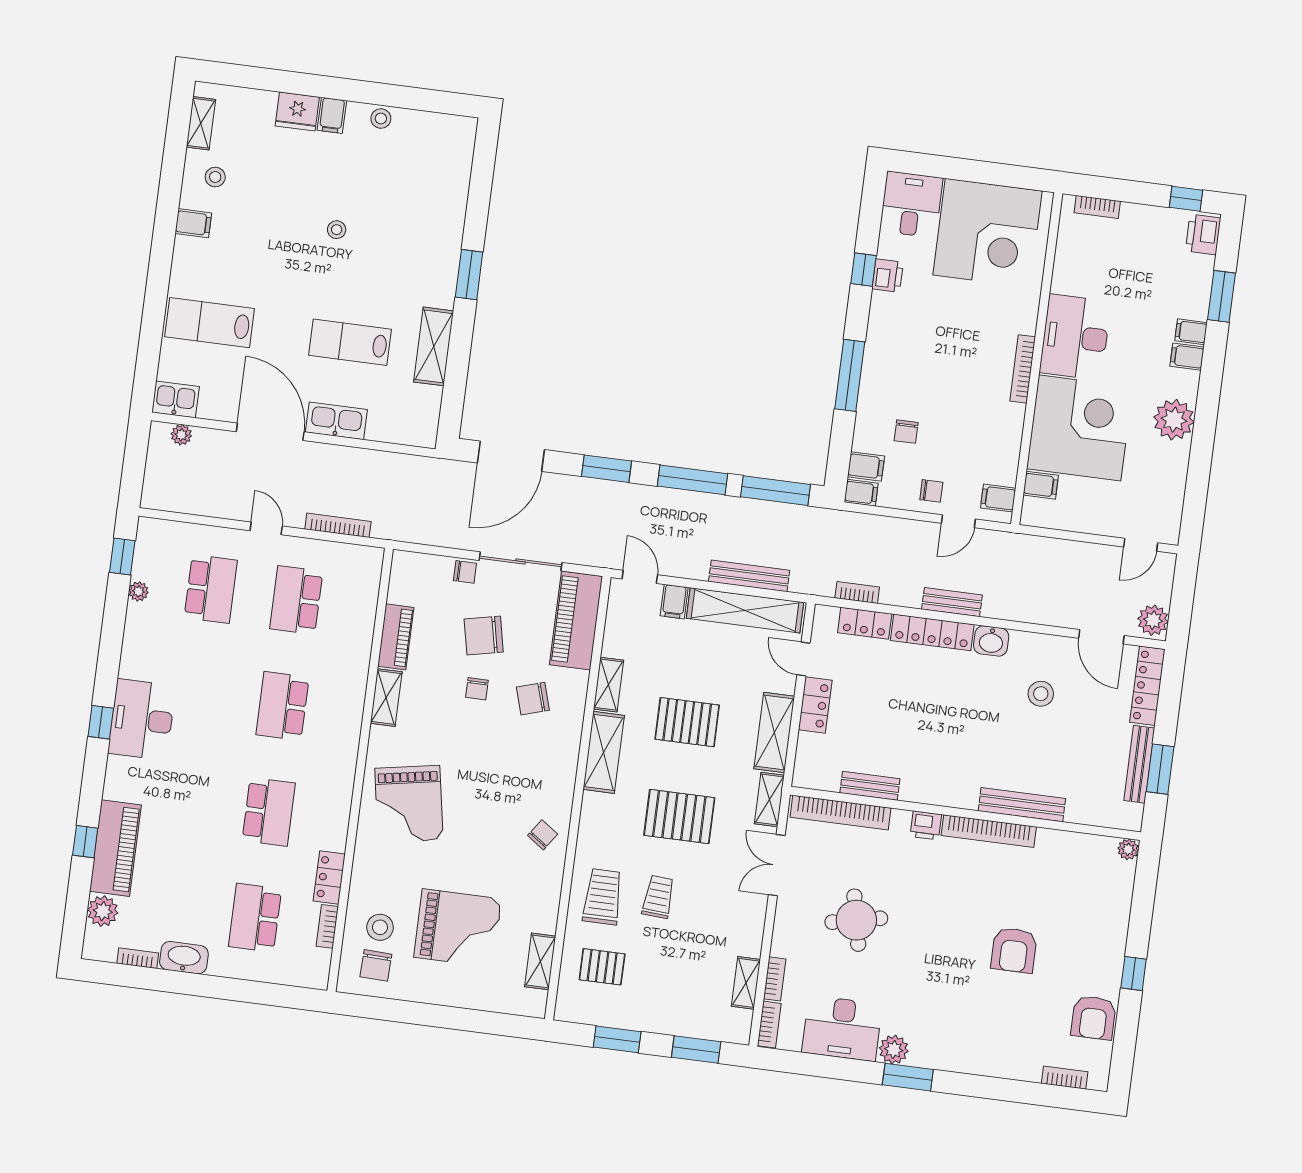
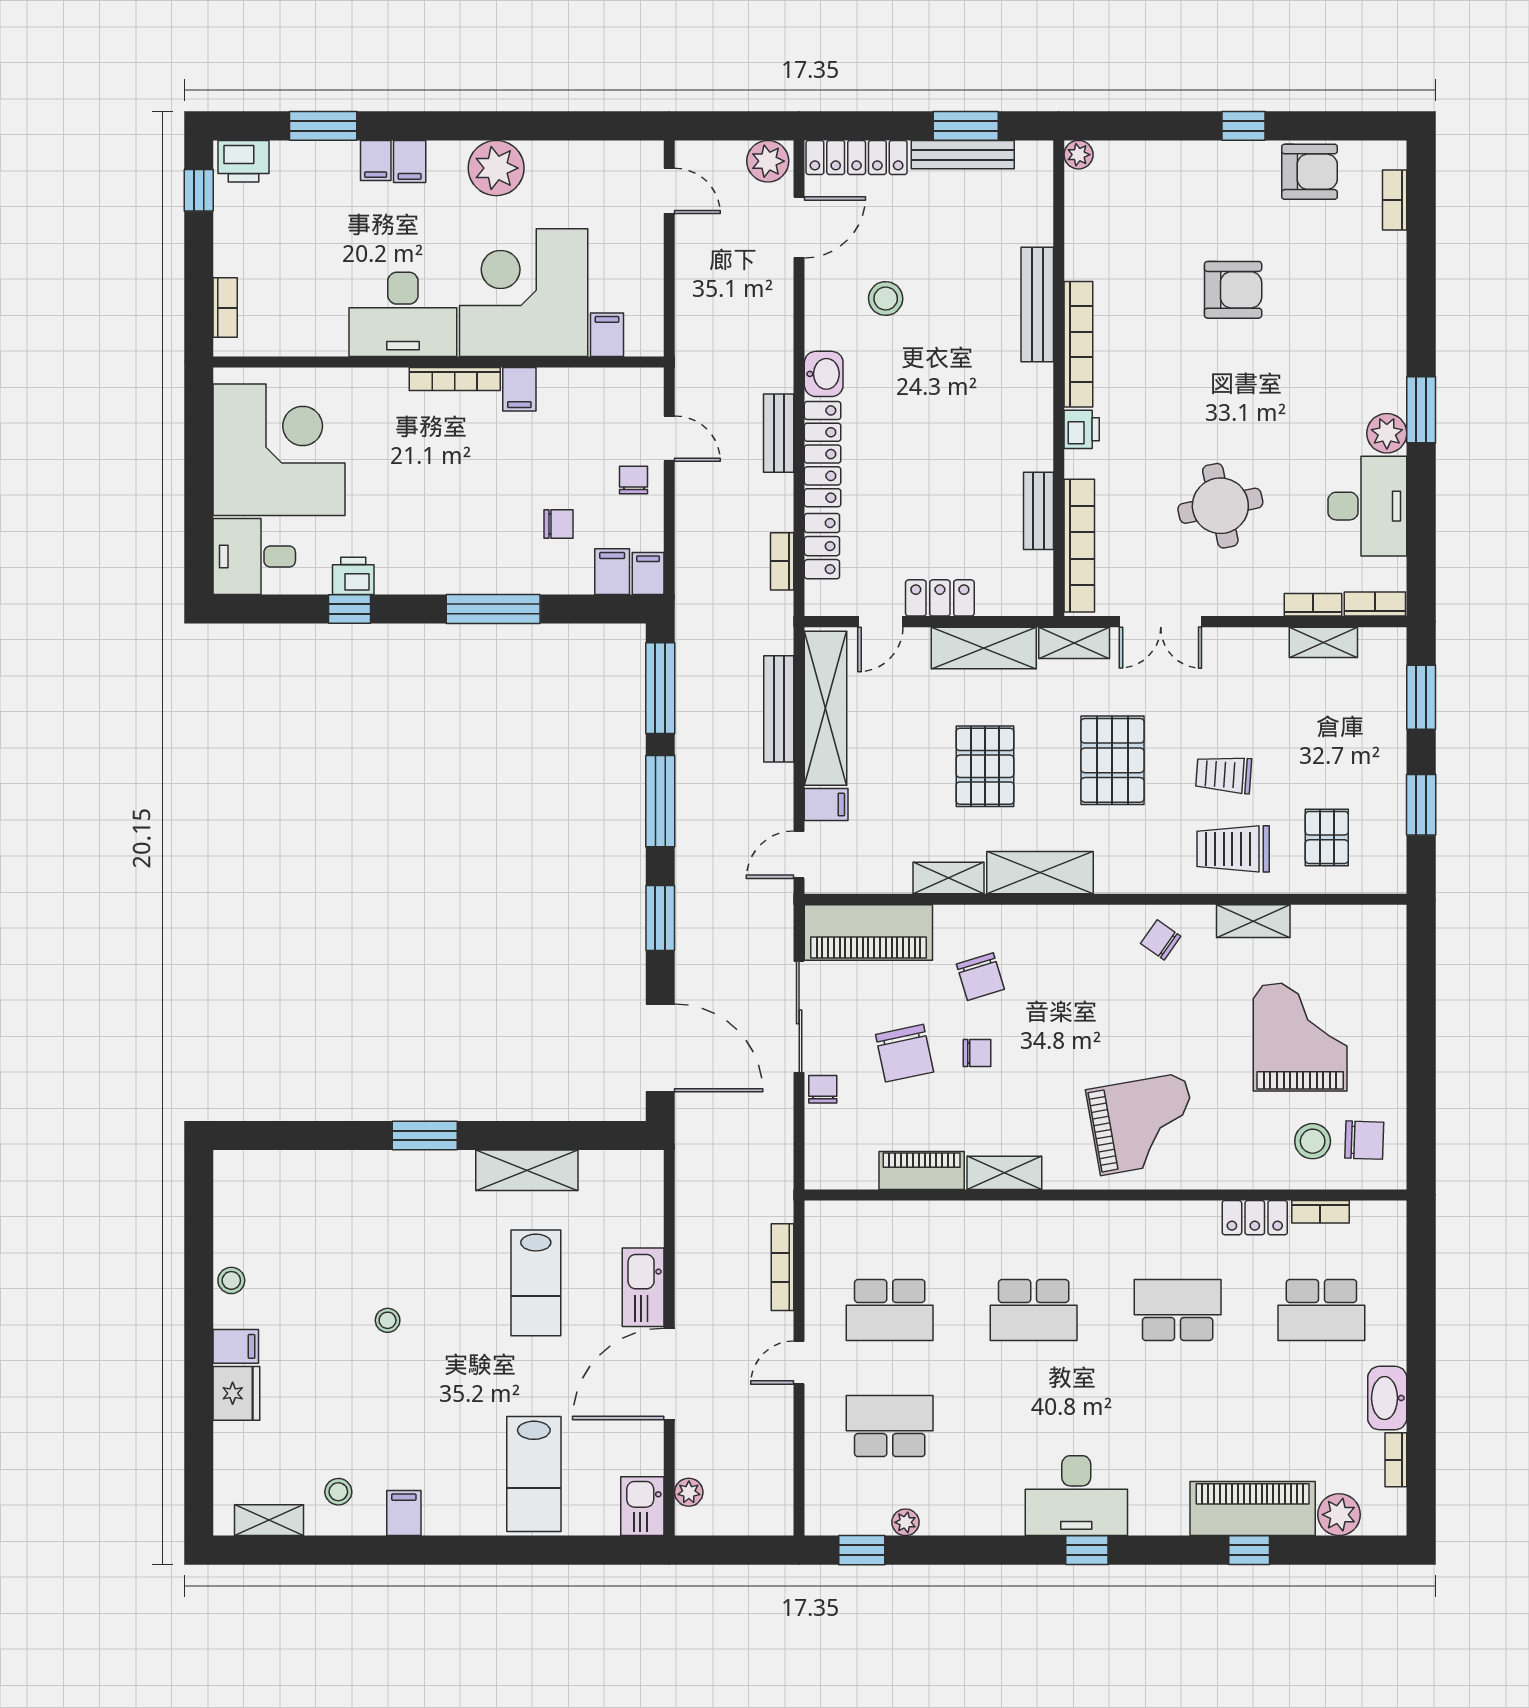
filing cabinet: (998, 498) -> (519, 389), moved
shelving: (540, 961) -> (1253, 921), moved

